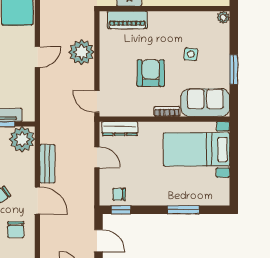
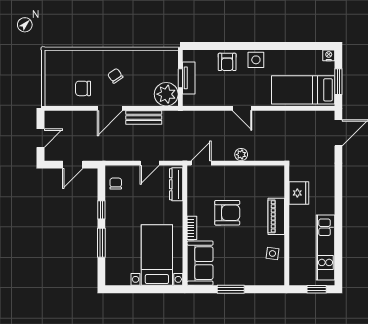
plant: (223, 17) -> (279, 280), removed
piano: (127, 20) -> (276, 216), moved
plant: (82, 52) -> (241, 155), width x0.53, depth x0.53
side table: (191, 54) -> (272, 253), moved
window: (121, 210) -> (101, 210), moved

